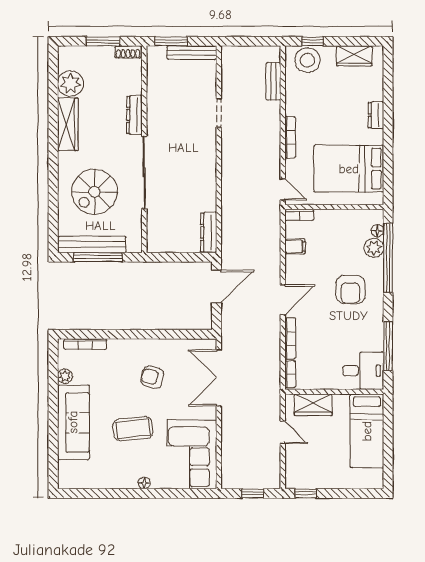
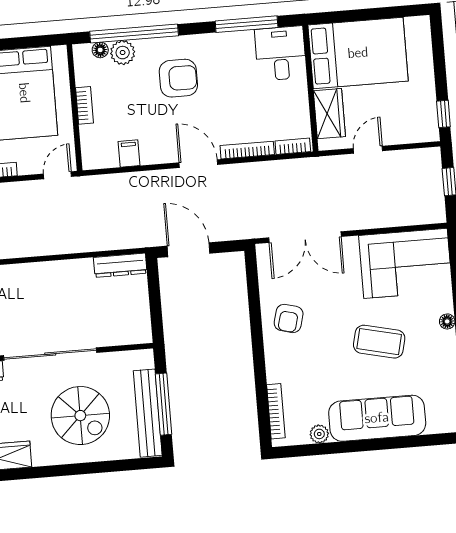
bookcase: (299, 215) -> (84, 105), moved
armchair: (152, 377) -> (289, 318), moved
coffee table: (133, 429) -> (379, 342), turned -71
bed: (367, 431) -> (358, 53), width x1.50

